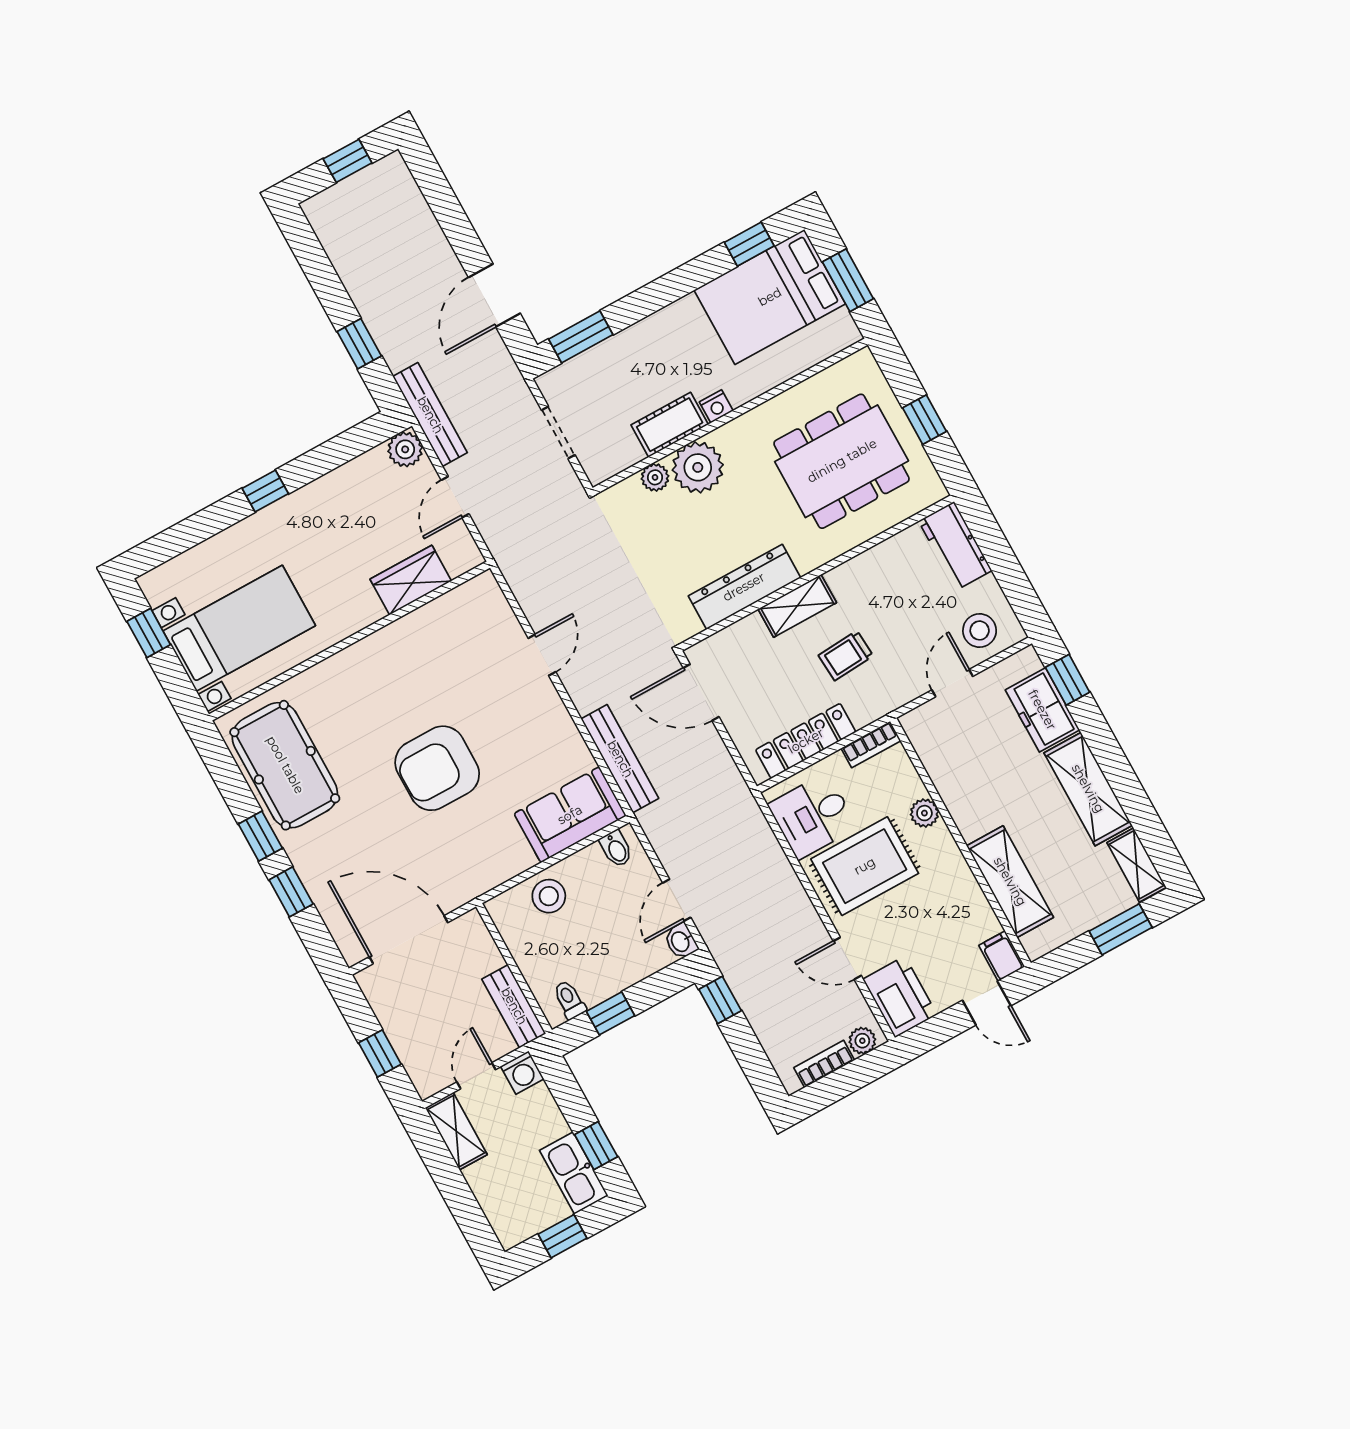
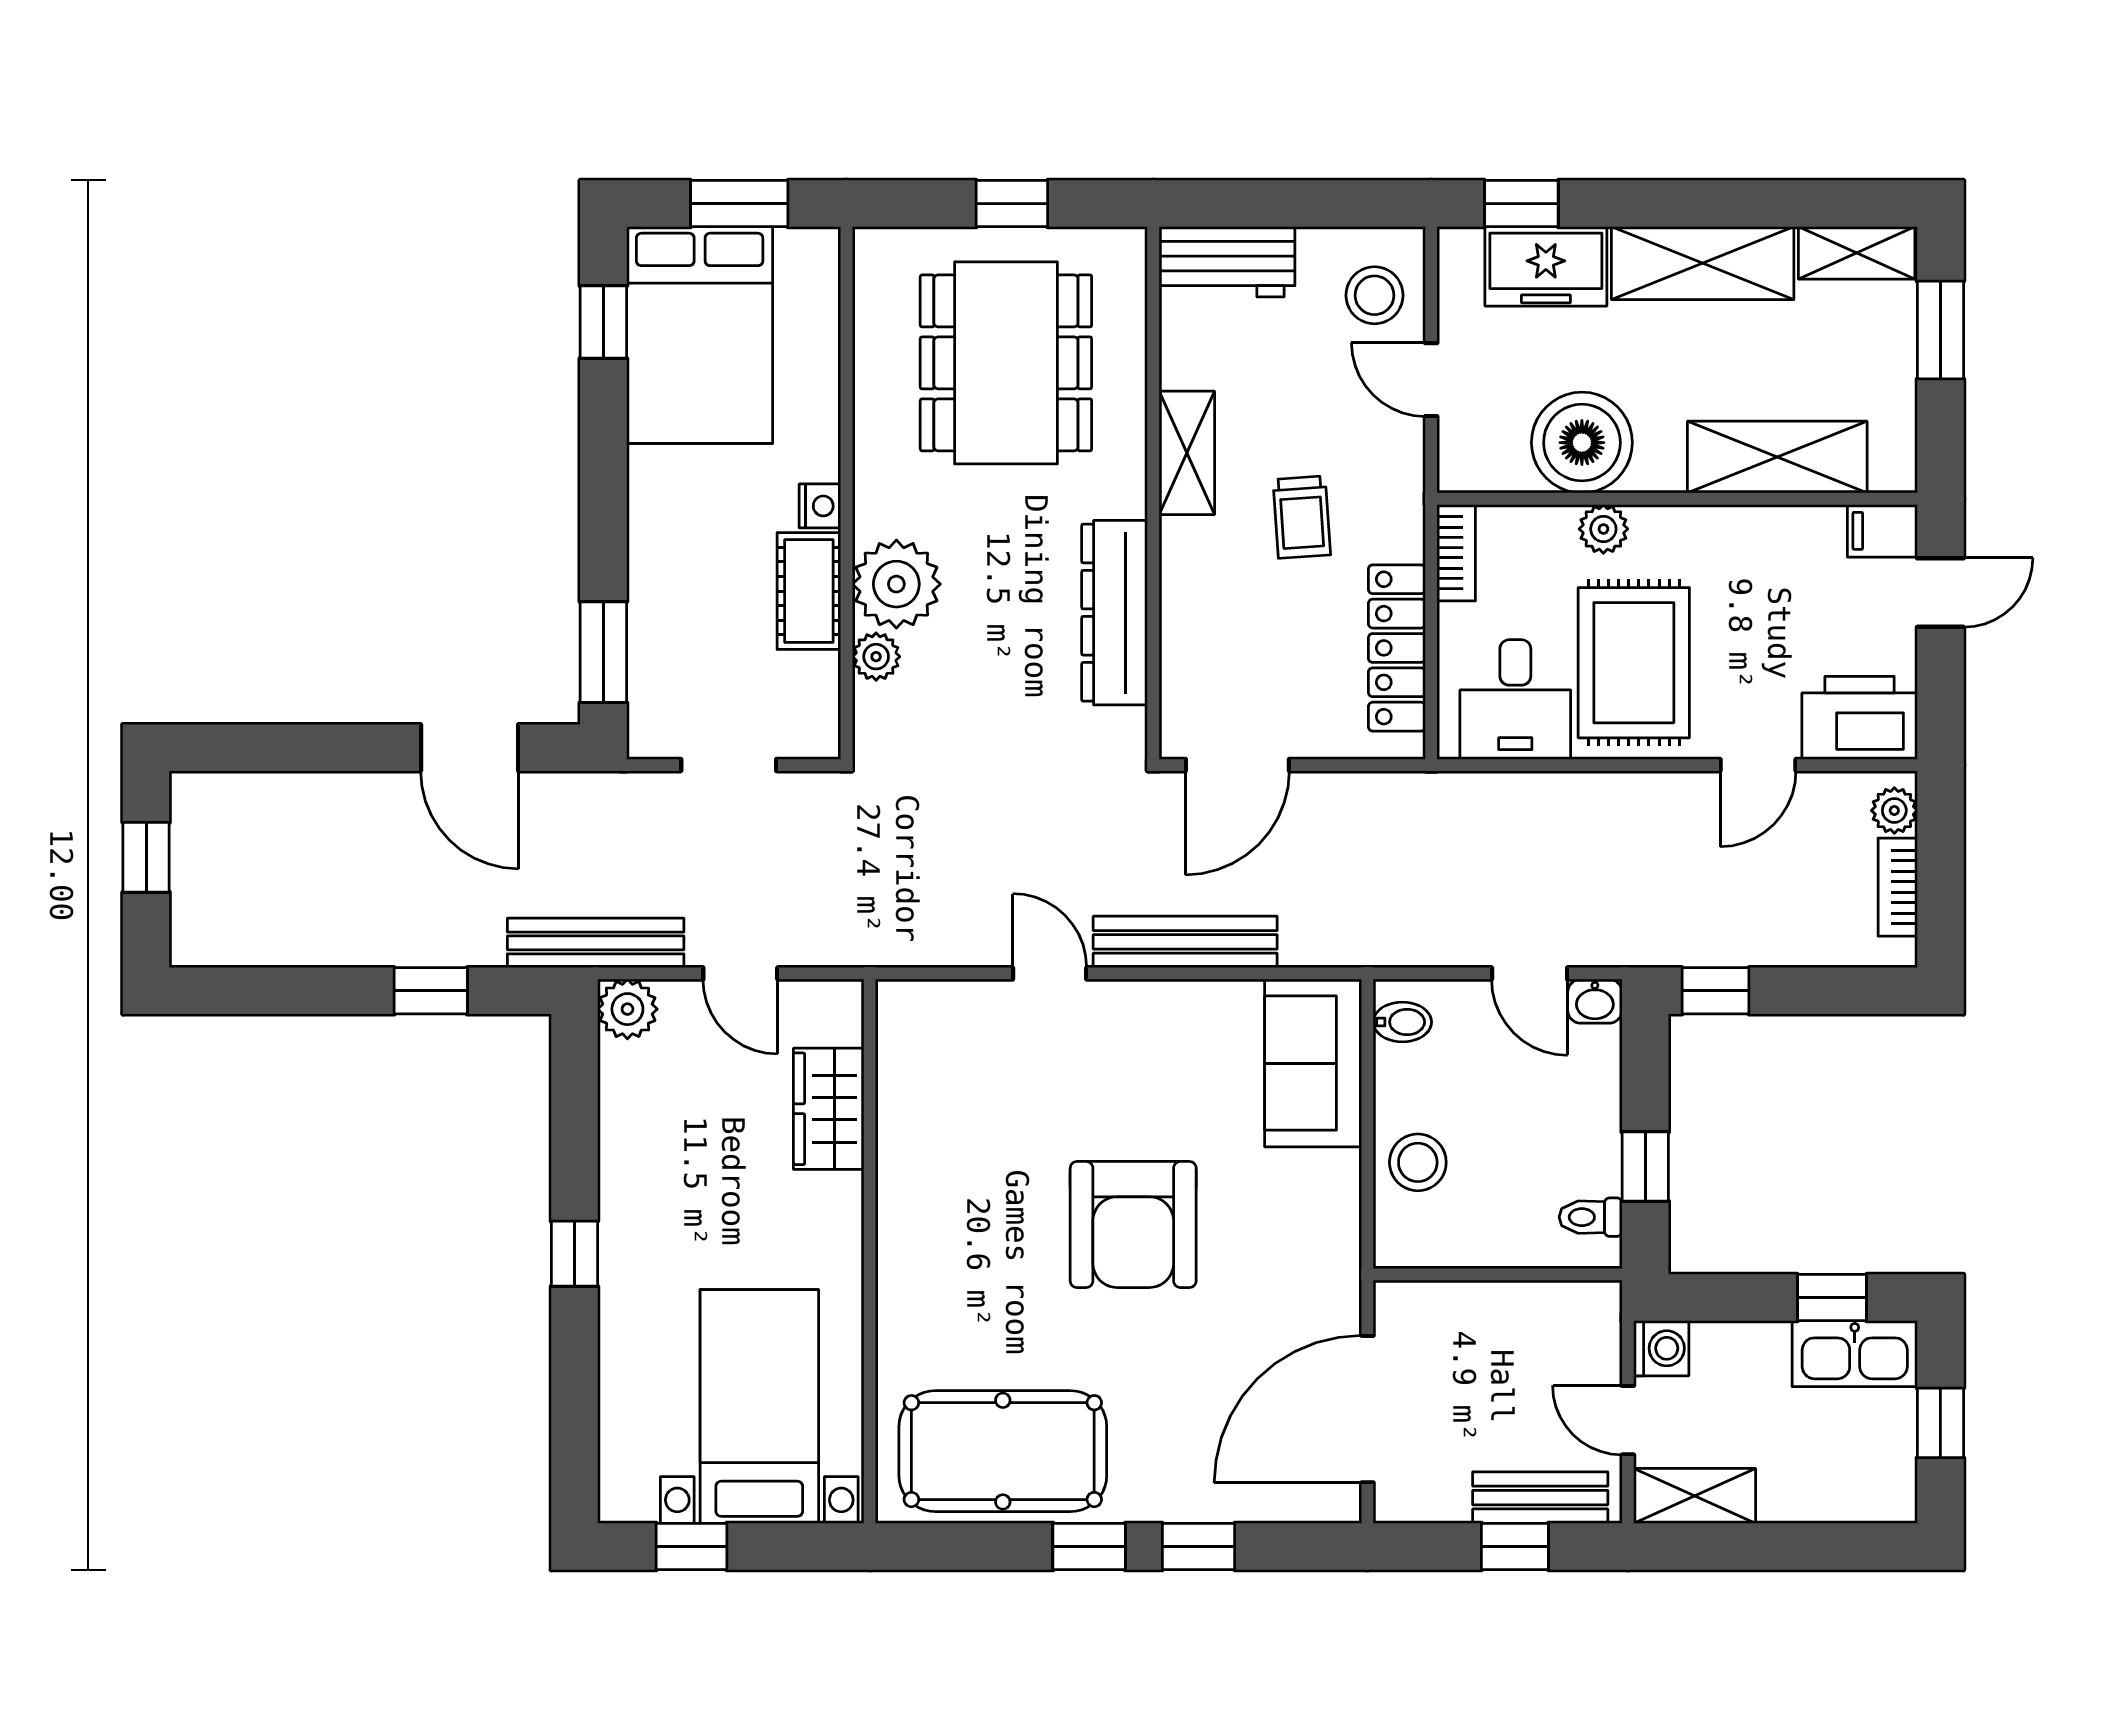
shelving: (797, 606) -> (1187, 453), moved
bench: (620, 759) -> (1185, 942), moved
boiler: (963, 778) -> (1582, 443), added
bench: (514, 1006) -> (1540, 1498), moved

